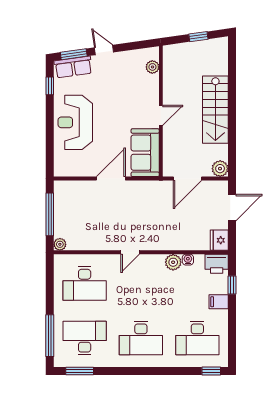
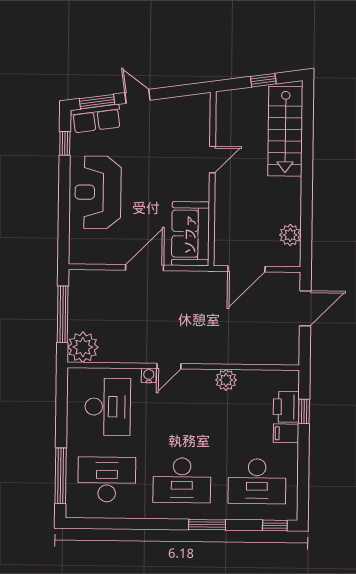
plant: (152, 67) -> (202, 120), removed
stairs: (215, 110) -> (285, 131), moved
door: (161, 115) -> (212, 160), moved
plant: (220, 169) -> (290, 235), moved
fridge: (219, 240) -> (288, 351), removed
plant: (60, 244) -> (83, 347), width x1.87, depth x1.87
water cooler: (188, 260) -> (149, 376), moved
printer: (217, 264) -> (286, 407), moved, turned 90
desk: (85, 283) -> (108, 407), turned -90
window: (80, 371) -> (207, 525), moved

